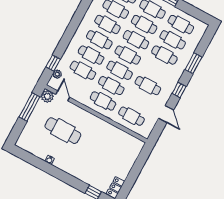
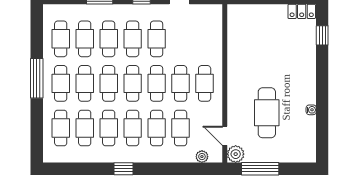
window: (53, 63) -> (123, 169), moved
door: (63, 96) -> (225, 136), hinge flipped
cafe table: (131, 116) -> (133, 39), moved

